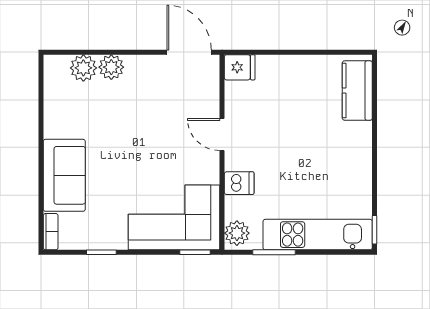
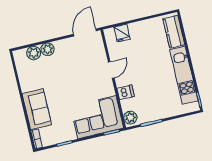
door: (189, 52) -> (85, 33), hinge flipped
fridge: (240, 67) -> (122, 33), moved, turned 90
door: (222, 135) -> (111, 70), swing flipped
kitchen unit: (318, 235) -> (184, 75), moved, turned -90

